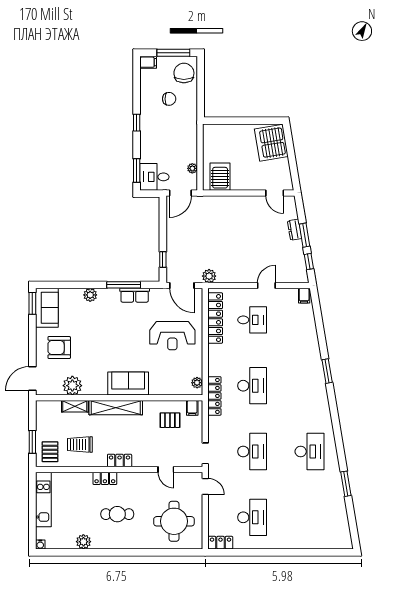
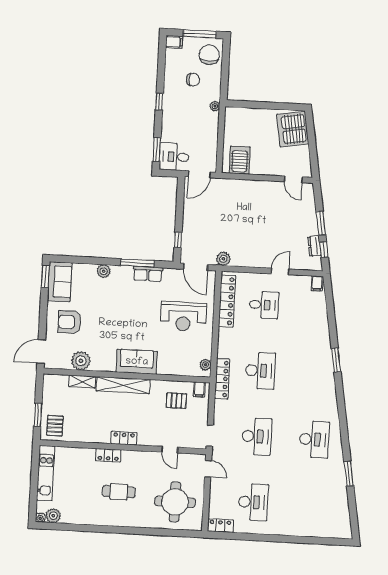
plant: (192, 168) -> (215, 106), moved
dresser: (295, 230) -> (314, 246), moved
trolley: (80, 444) -> (85, 420), removed
plant: (83, 542) -> (53, 516), moved

